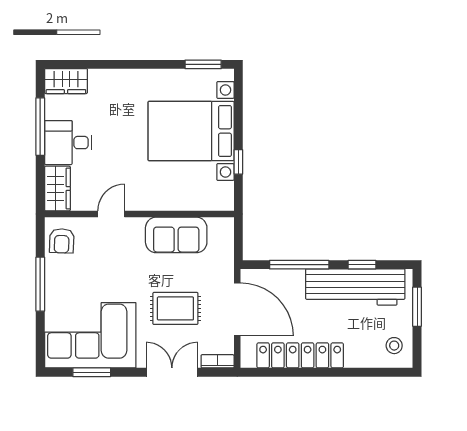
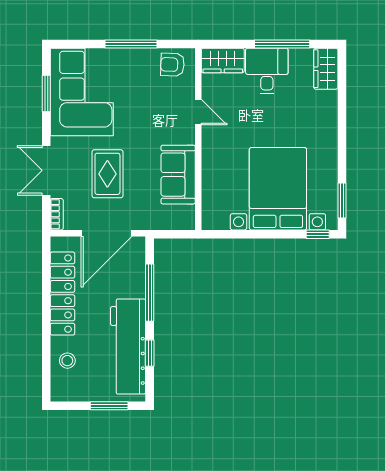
window: (238, 162) -> (318, 234), moved
stool: (394, 346) -> (67, 361), moved
double door: (172, 372) -> (46, 170), swing flipped

